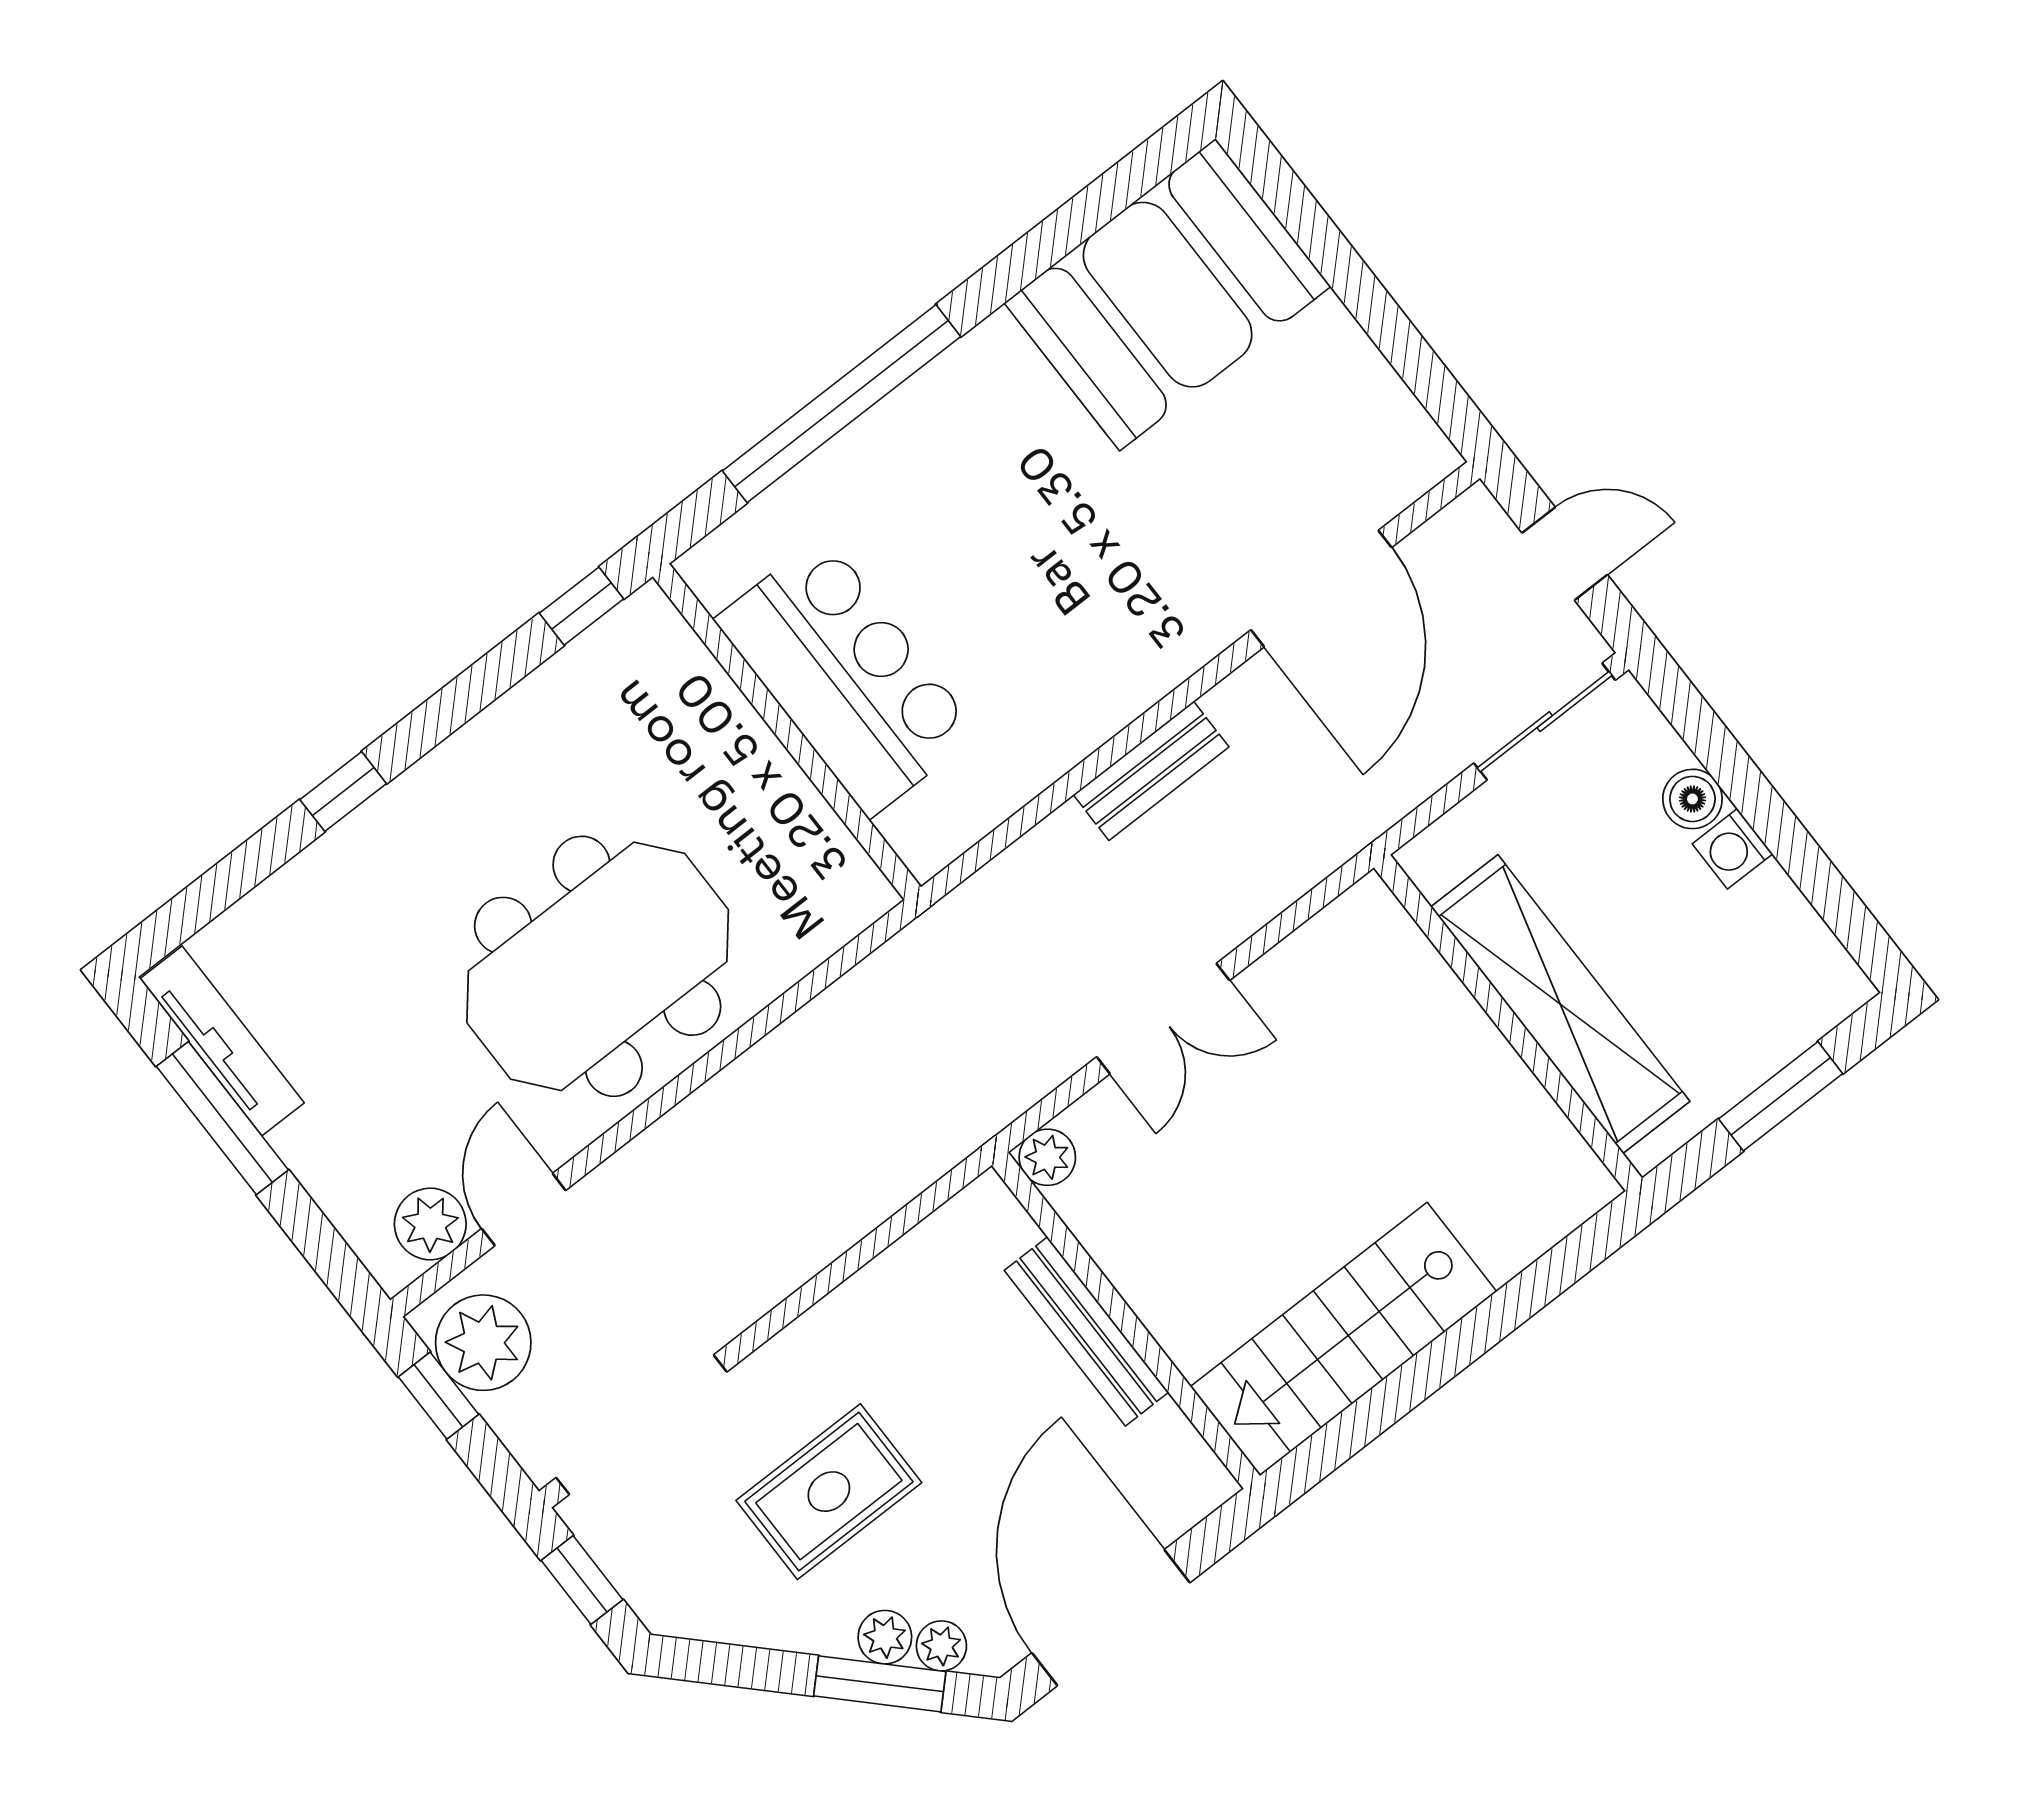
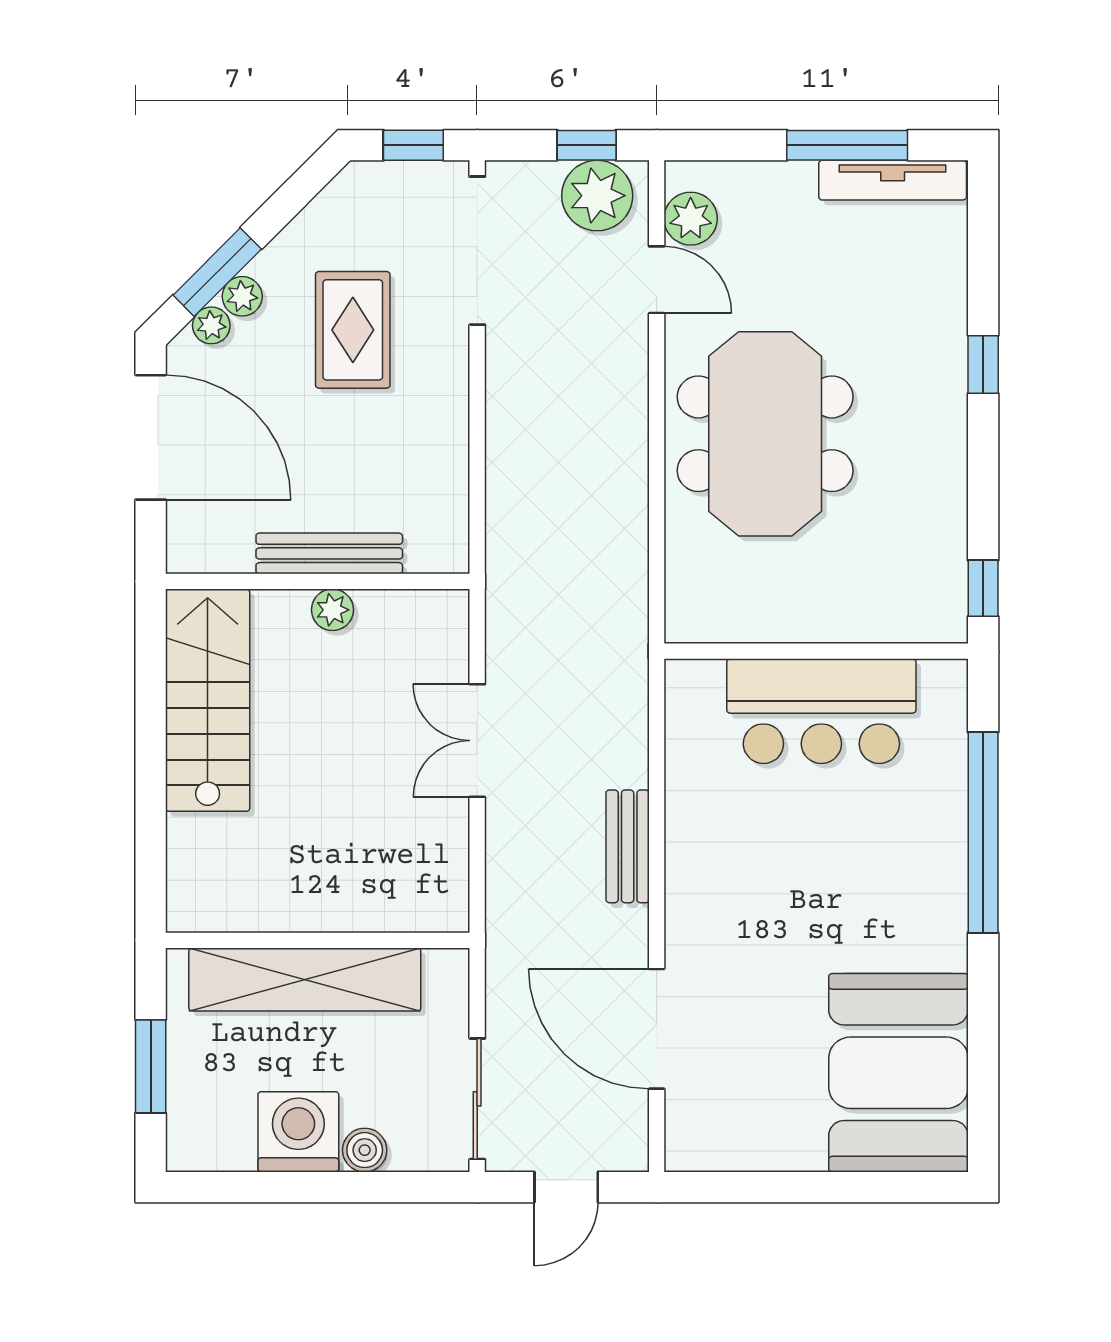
washing machine: (1732, 849) -> (298, 1132), width x1.89, depth x1.89
plant: (1047, 1157) -> (332, 610), moved

